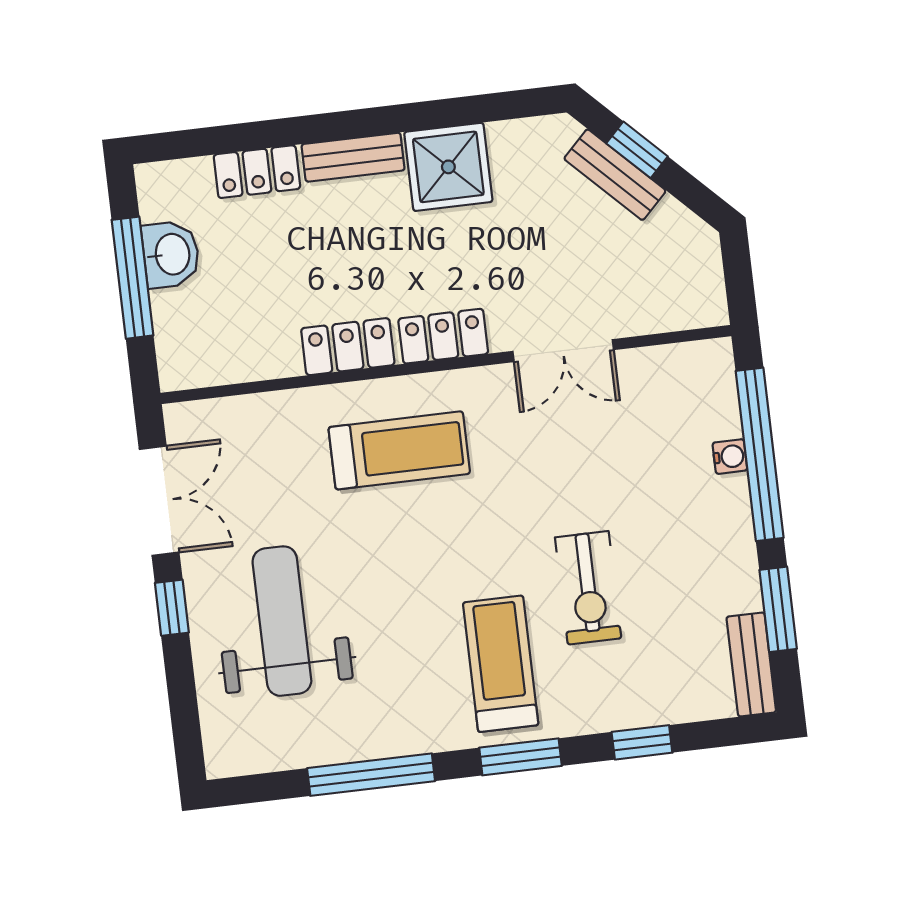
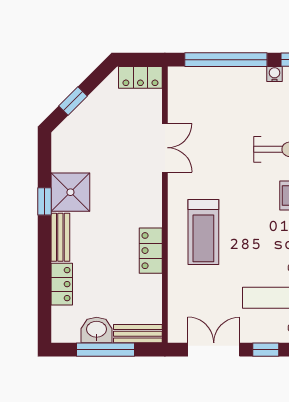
window: (423, 116) -> (44, 201), added
bench: (615, 175) -> (138, 334), moved, turned 45
locker: (443, 336) -> (140, 77), moved, turned -90
treadmill: (399, 450) -> (203, 232), turned 180
water cooler: (730, 457) -> (274, 74), moved

